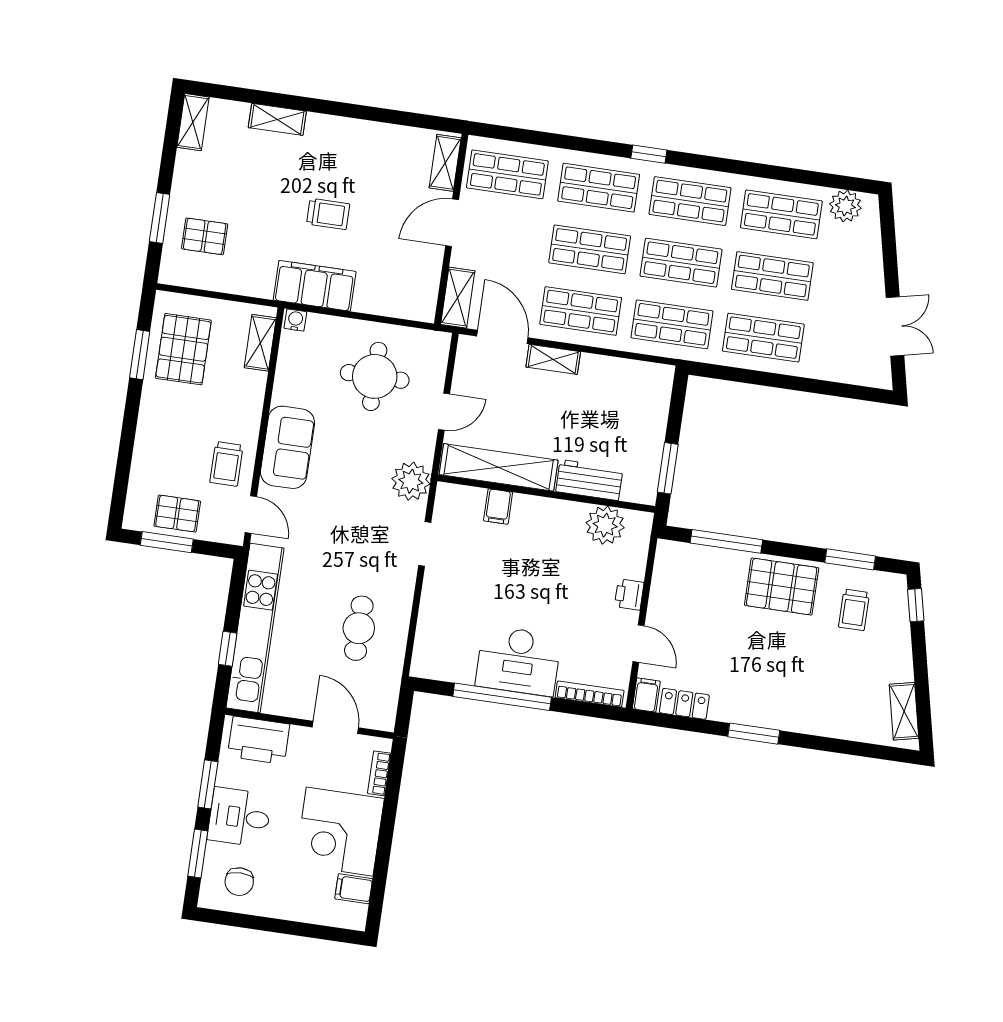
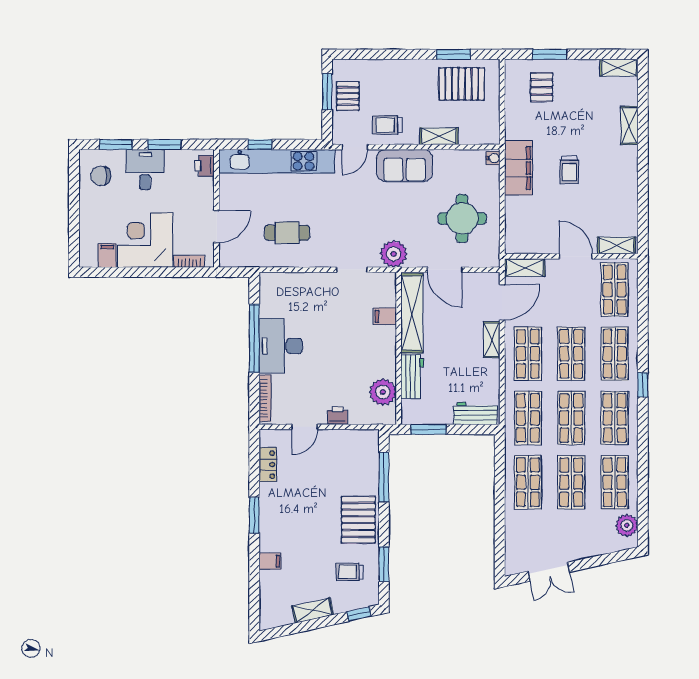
shelving: (260, 343) -> (439, 136), moved
workbench: (655, 398) -> (475, 413), added
door: (444, 412) -> (445, 270), width x1.37
filing cabinet: (646, 695) -> (270, 561), moved
shelving: (904, 711) -> (313, 610), moved
printer: (259, 740) -> (205, 166), width x0.53, depth x0.68

